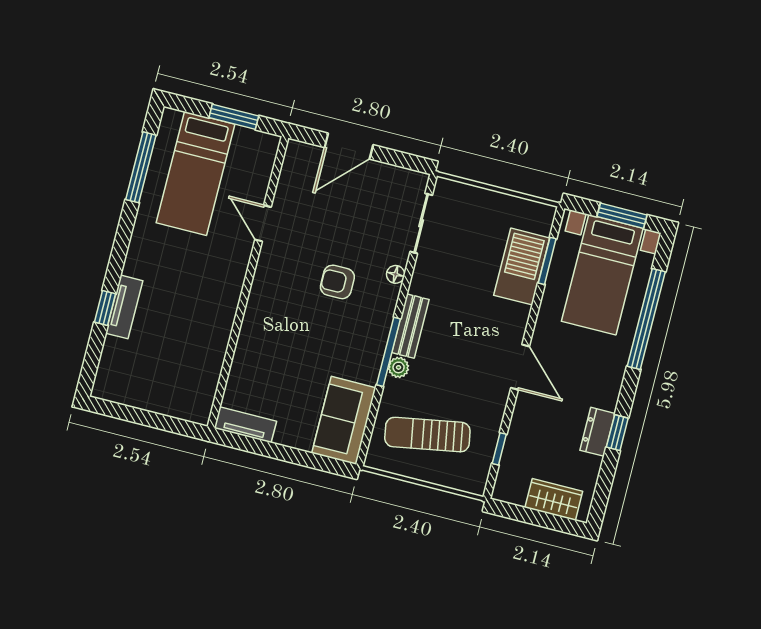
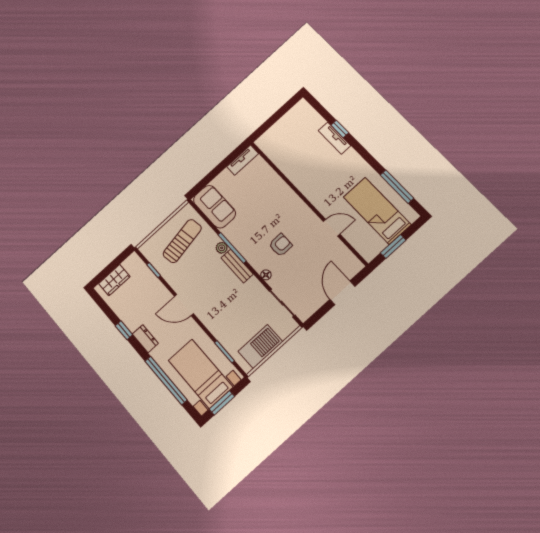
barbecue: (522, 267) -> (260, 346), moved, turned -90
dresser: (598, 432) -> (145, 339), moved

